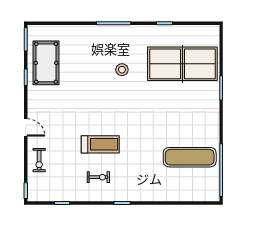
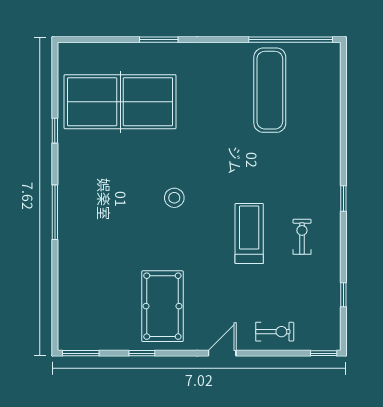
pool table: (46, 63) -> (162, 306), moved, turned 90
table tennis table: (182, 64) -> (120, 102), turned 90
stool: (122, 70) -> (174, 198), moved

